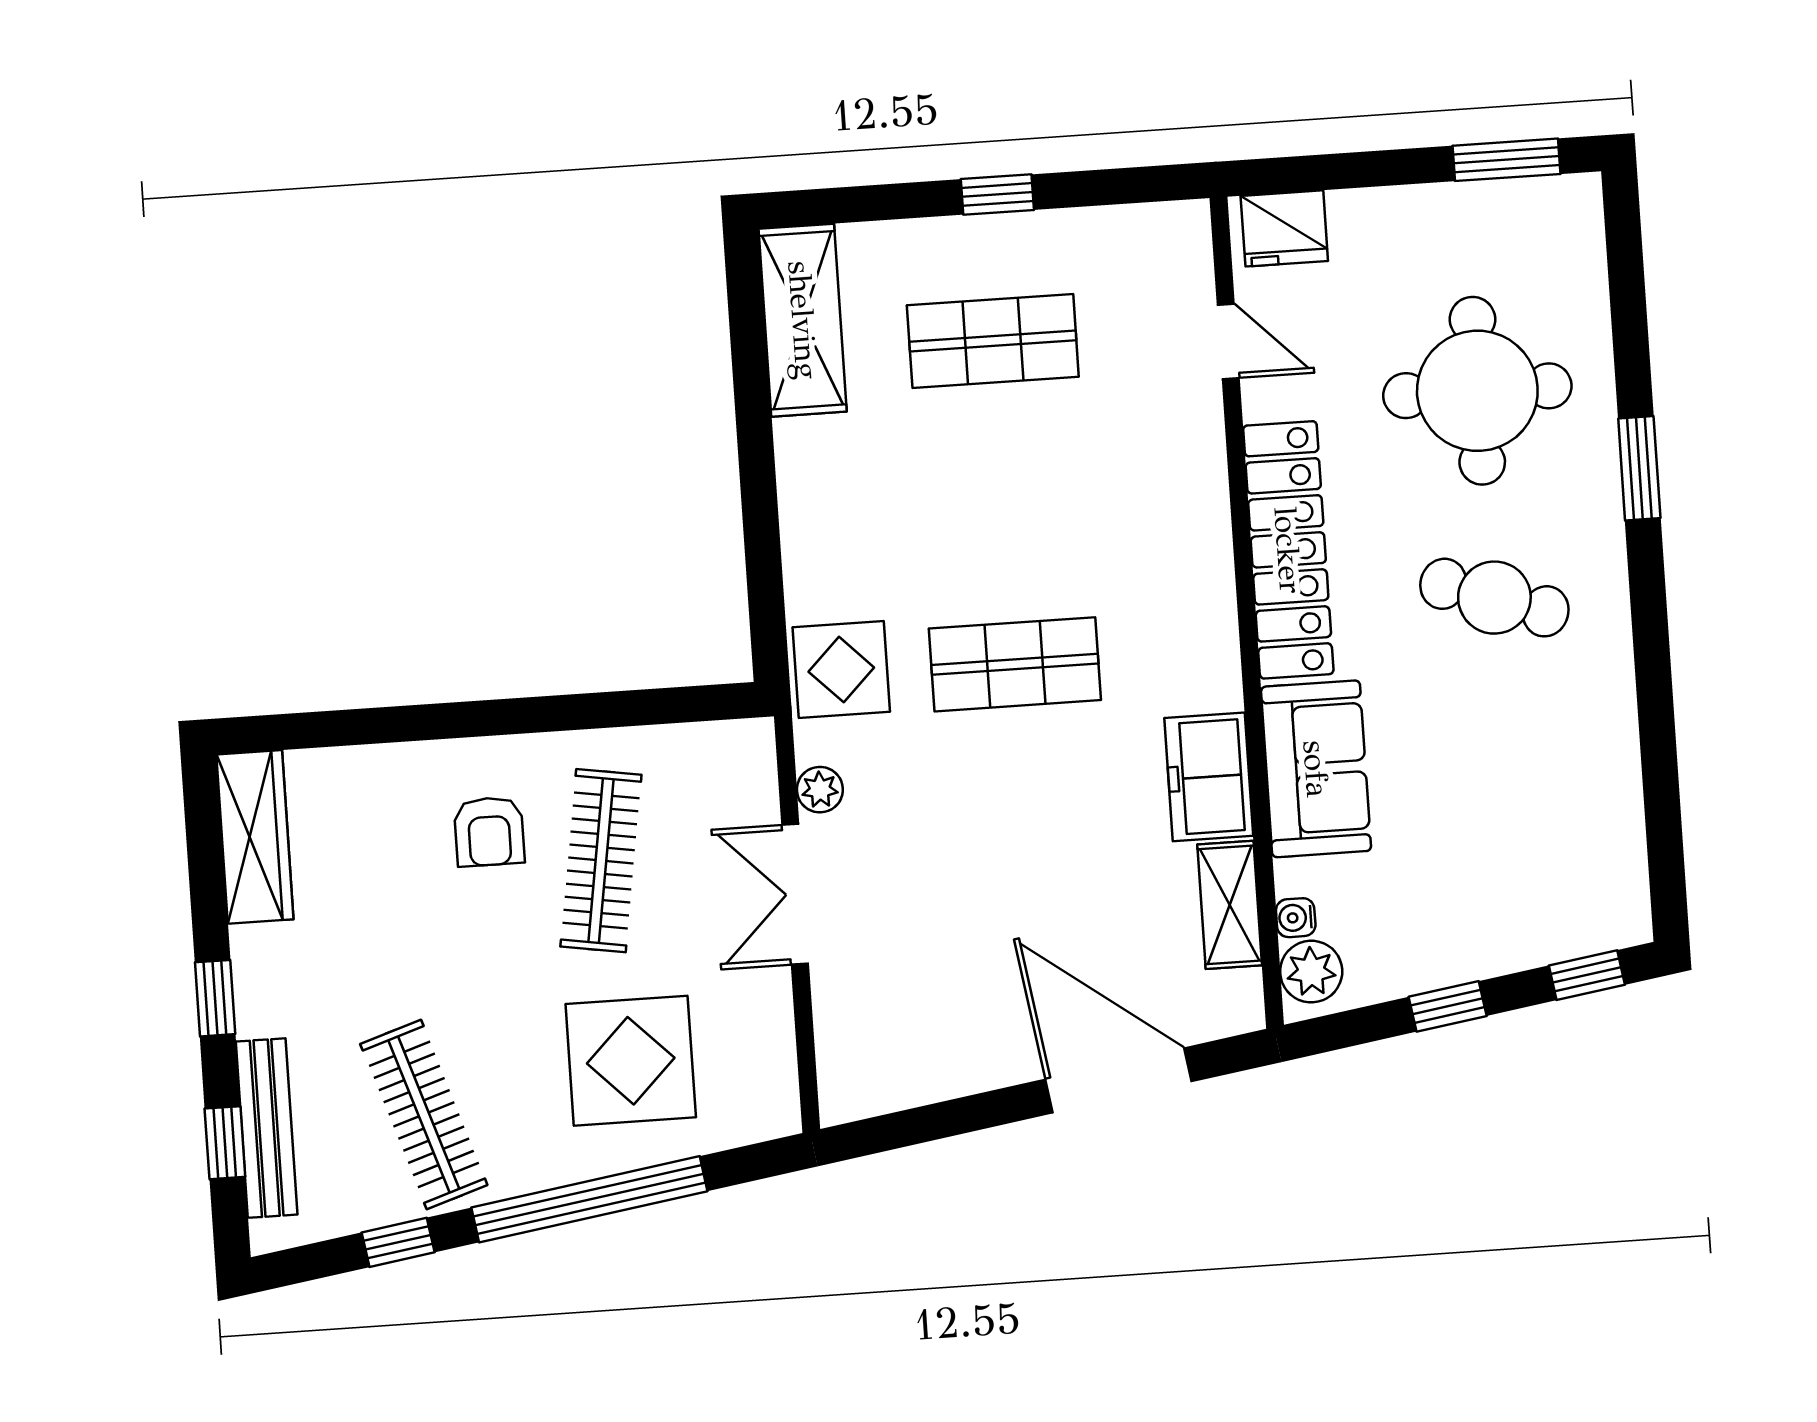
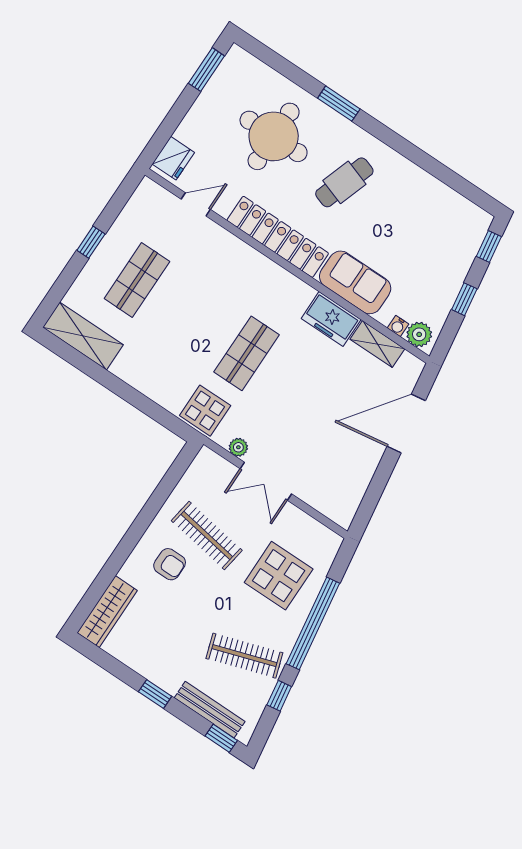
wardrobe: (255, 837) -> (107, 612), moved, turned 90
window: (225, 1143) -> (221, 738), moved

